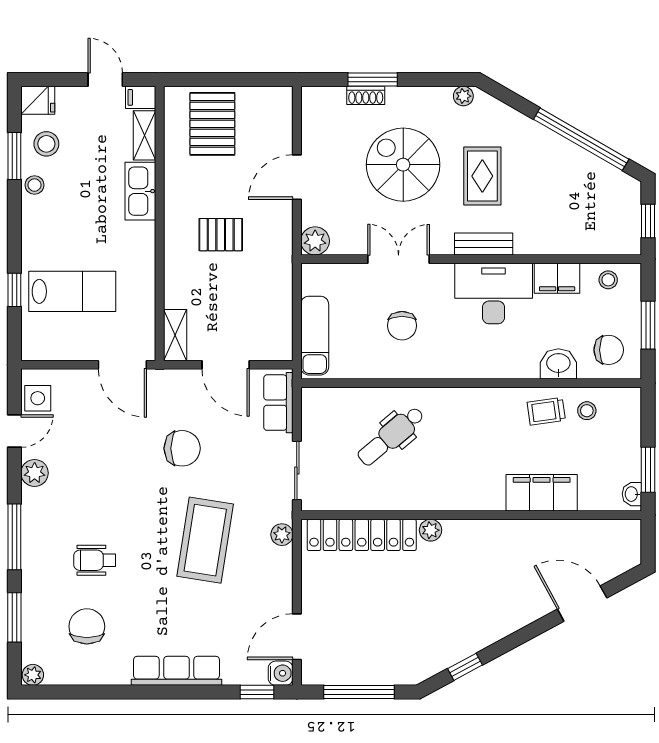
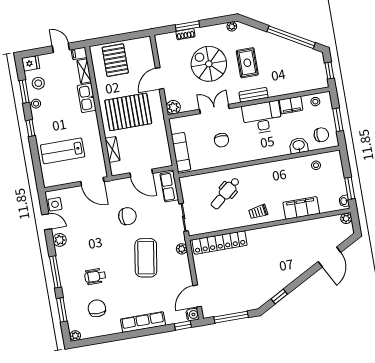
pallet: (221, 235) -> (128, 112), width x2.05, depth x2.00
window: (14, 290) -> (30, 128), moved
lab bench: (72, 291) -> (63, 151), turned 180
shelving: (175, 335) -> (112, 149), moved
trolley: (546, 411) -> (258, 212), moved
door: (14, 431) -> (47, 222), hinge flipped
plant: (431, 530) -> (346, 218), moved
door: (582, 604) -> (329, 257), swing flipped

